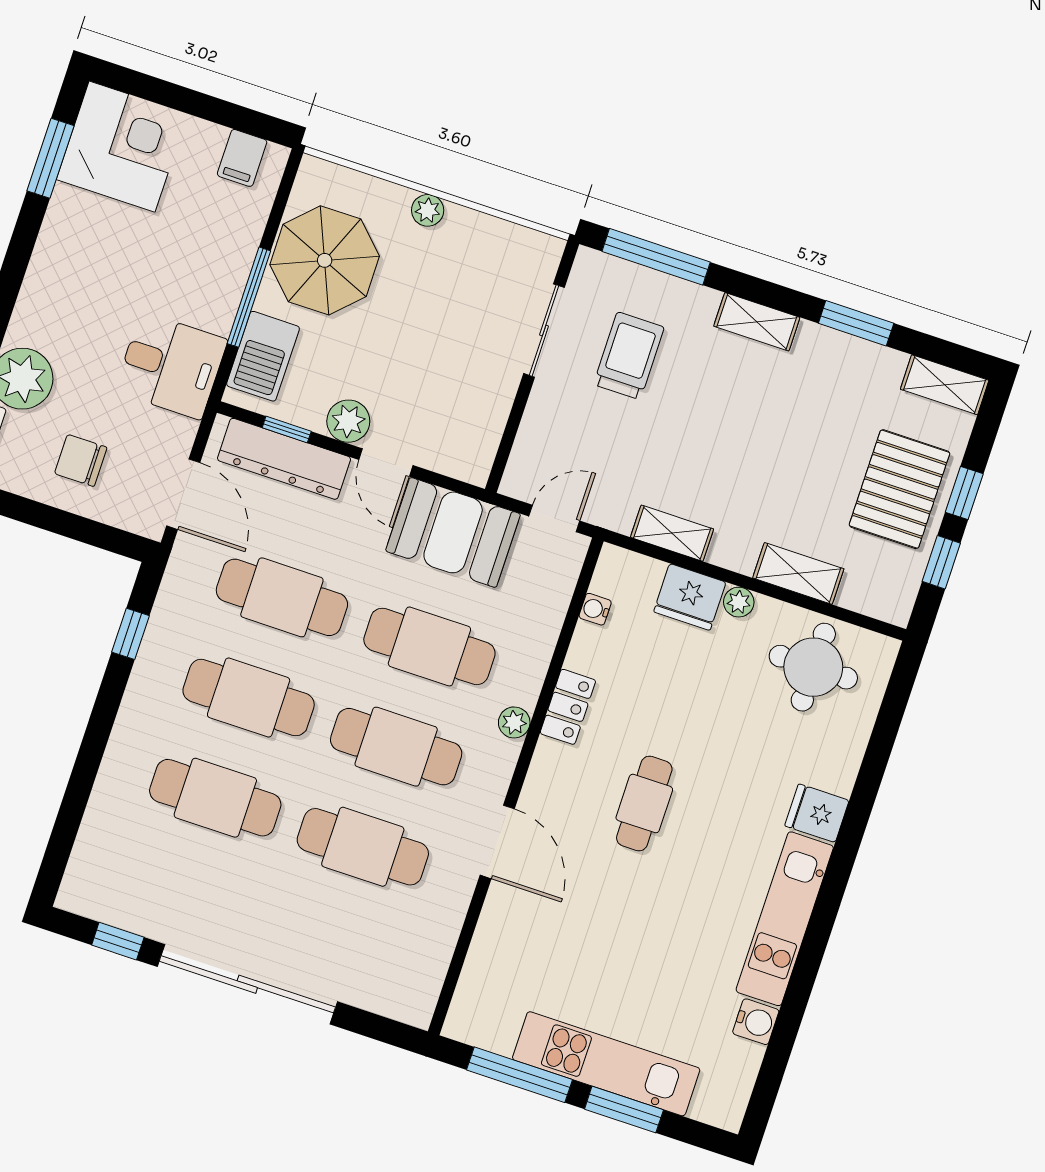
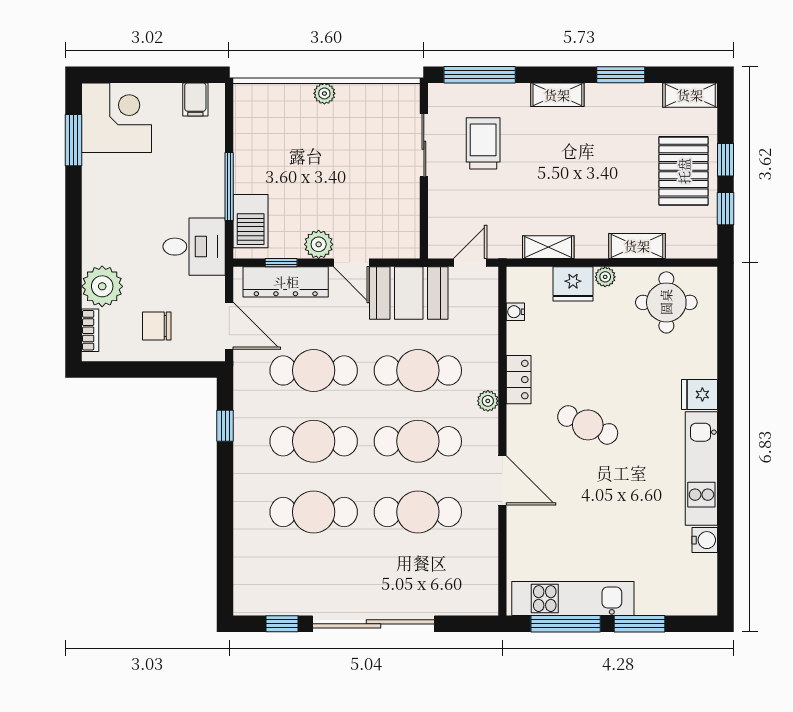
parasol: (325, 260) -> (270, 147), removed
cafe table: (644, 804) -> (588, 425), turned -66
kitchen unit: (606, 1064) -> (573, 599), moved

